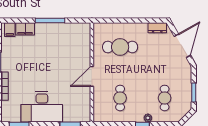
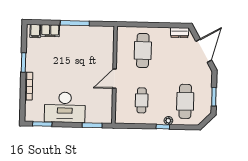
cafe table: (120, 47) -> (143, 50), turned 90
cafe table: (165, 98) -> (185, 101), width x1.37, depth x1.35

